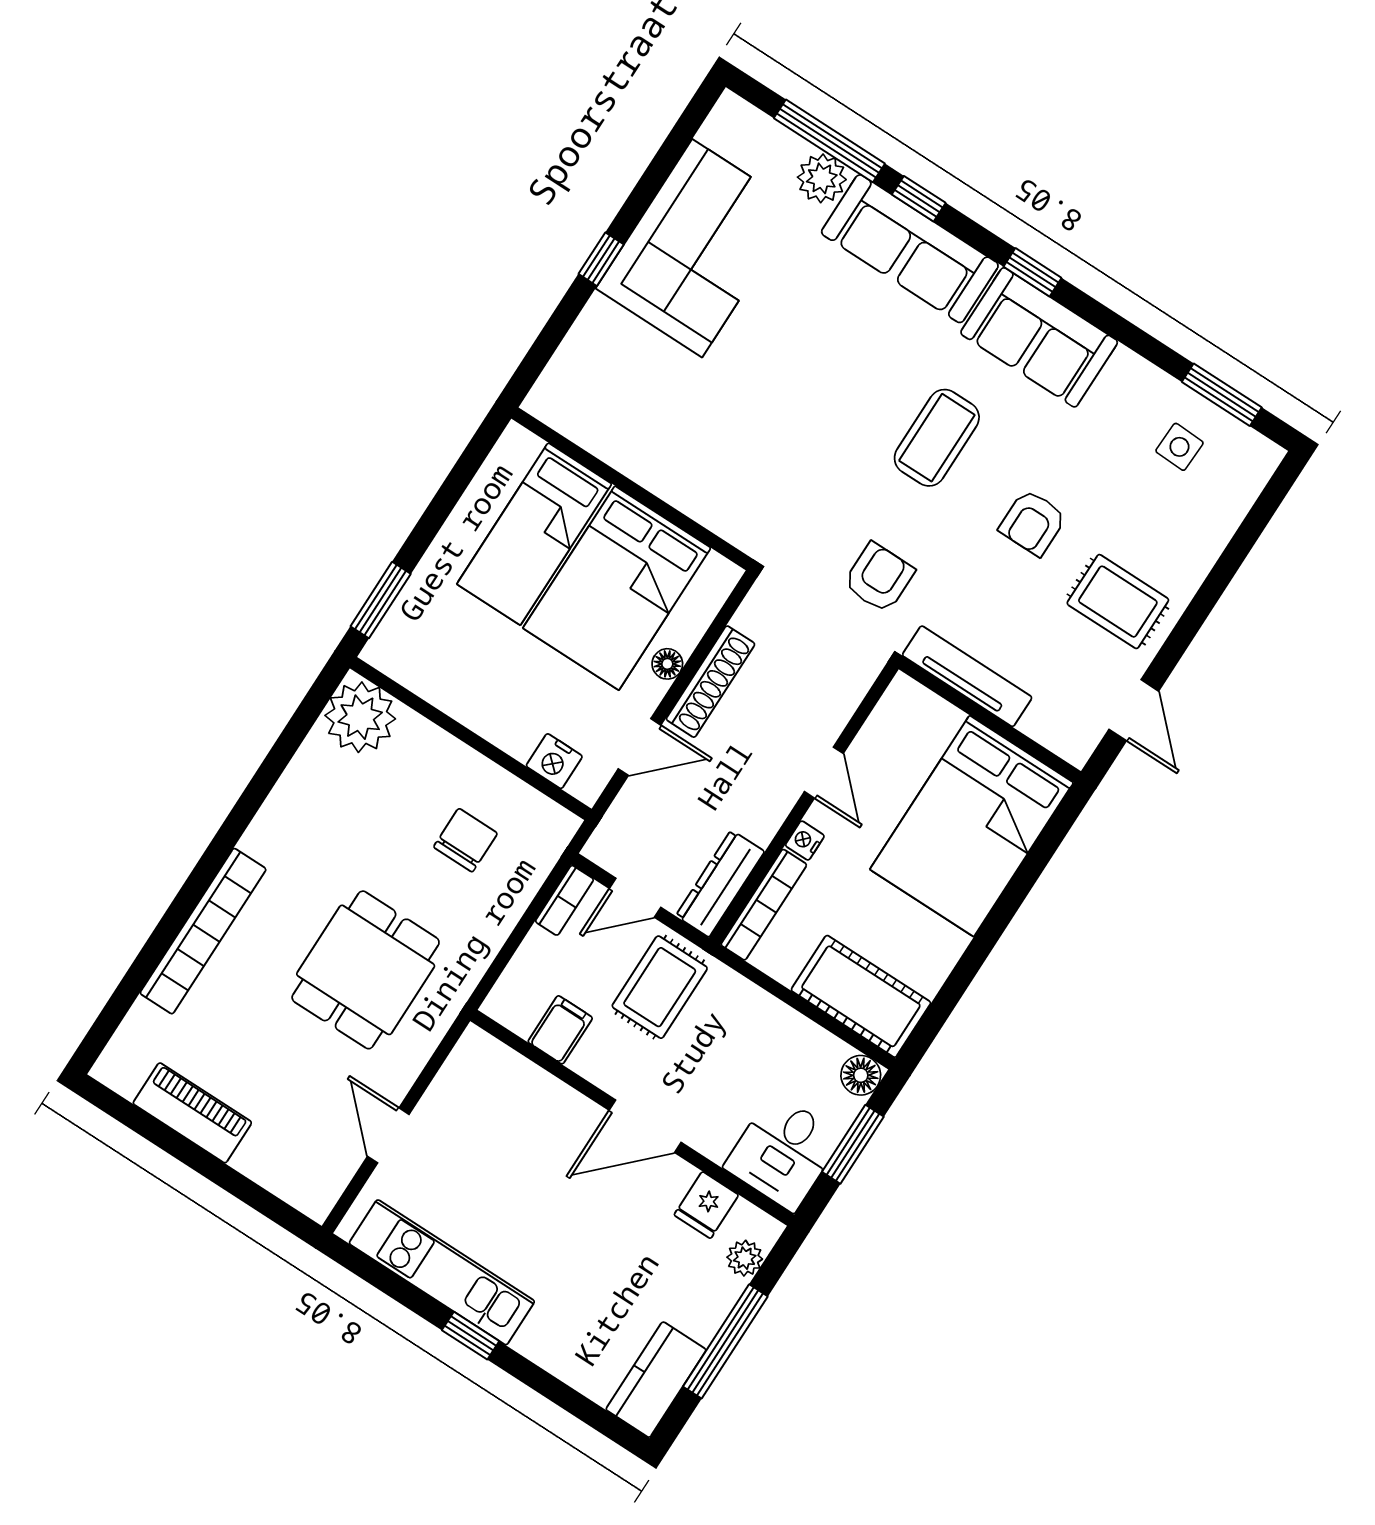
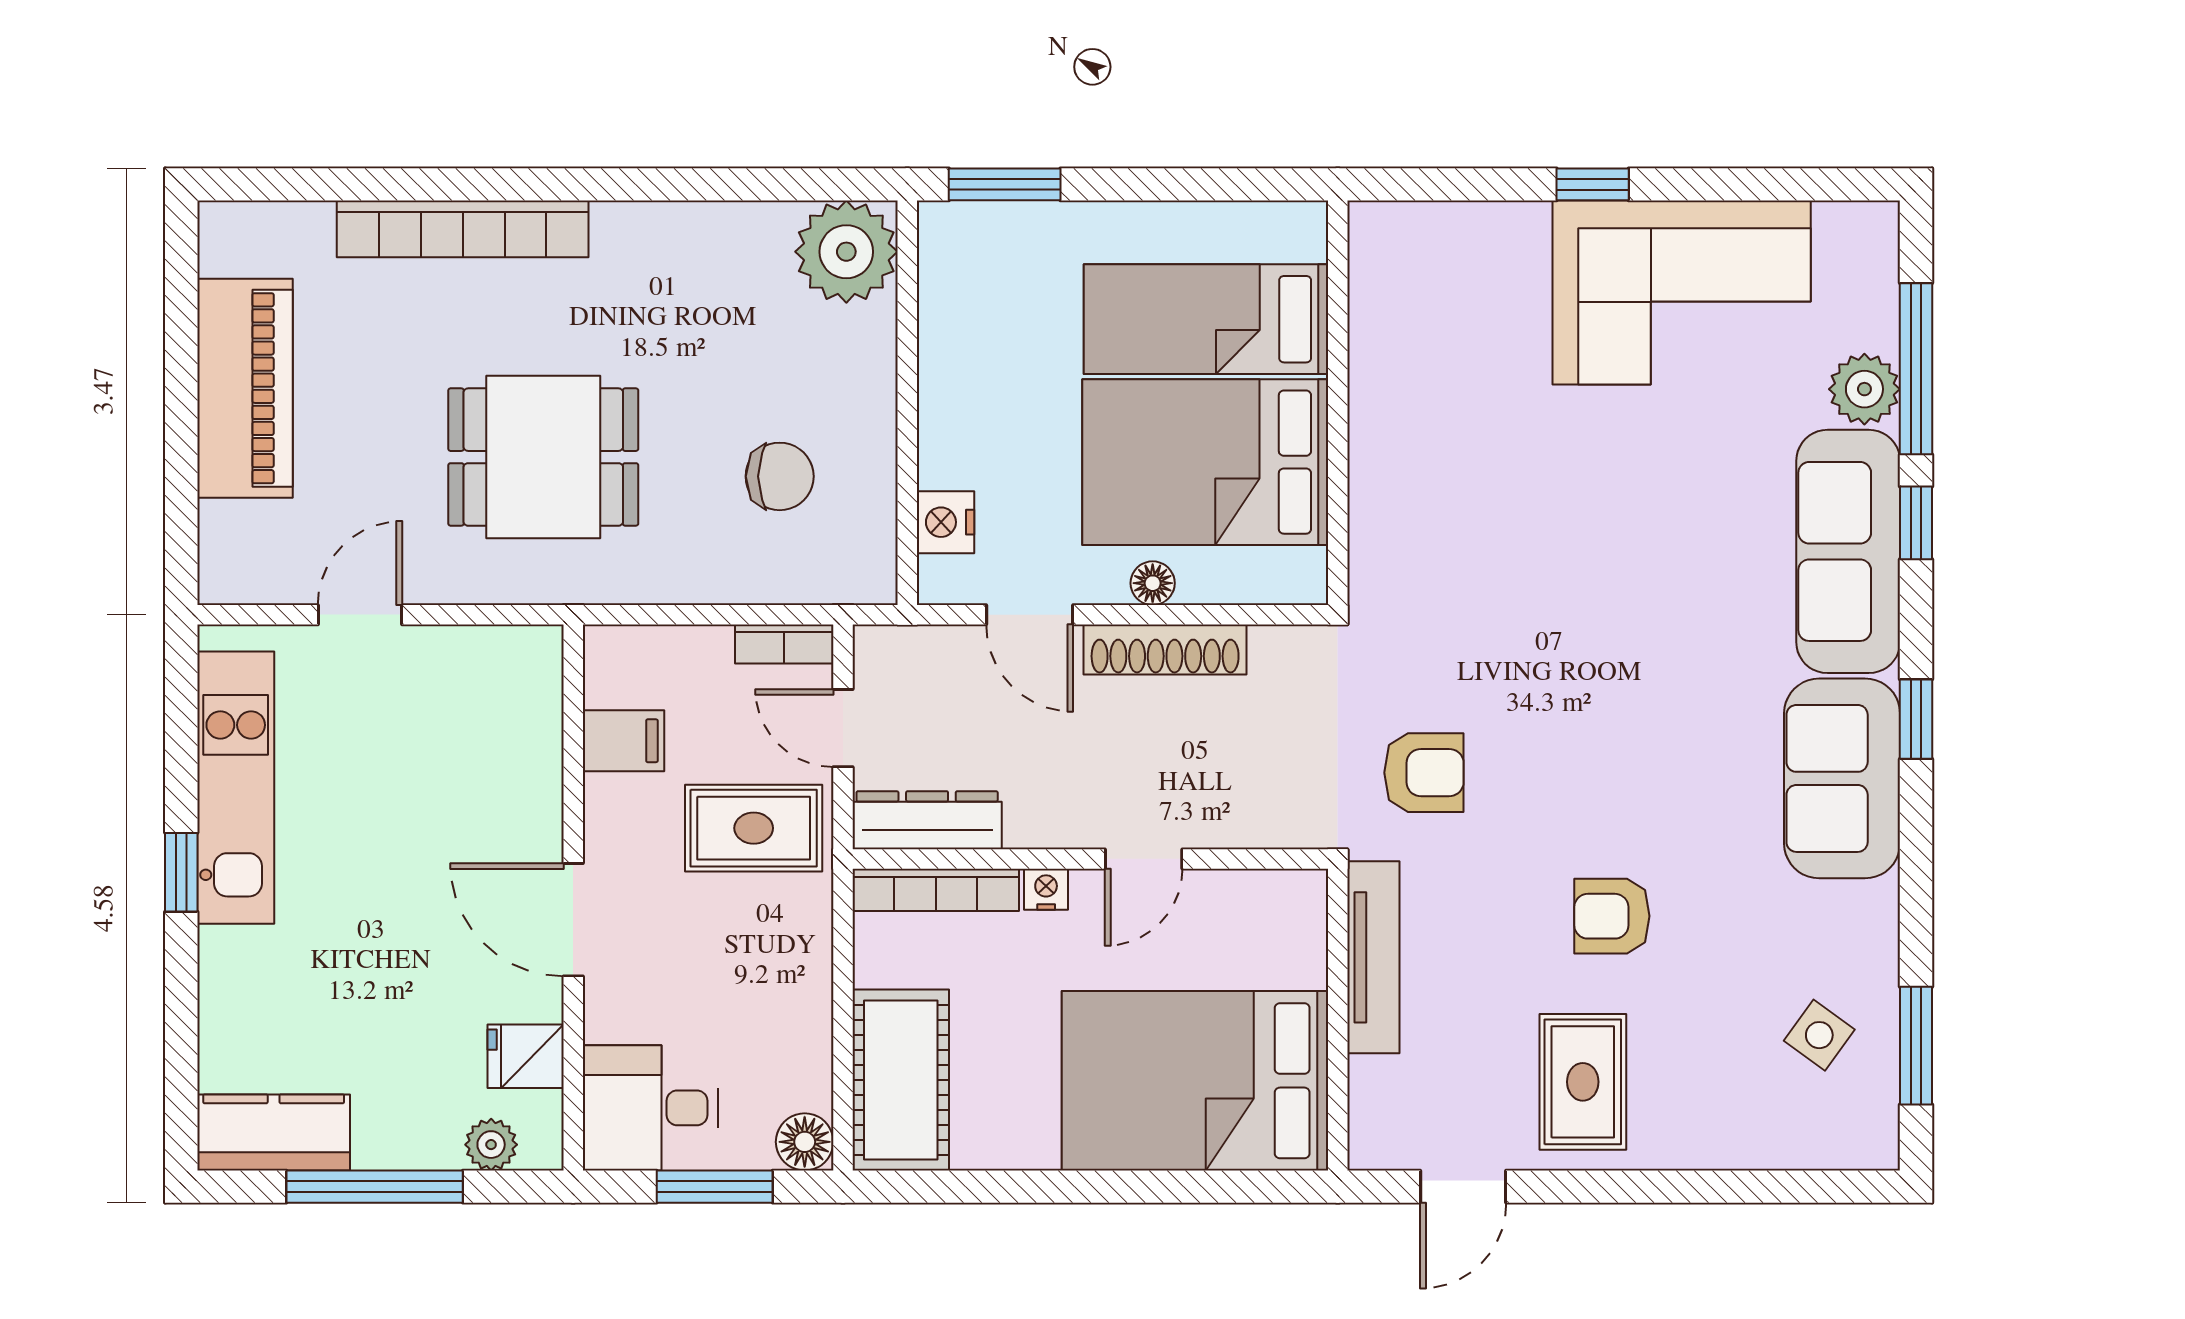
coffee table: (937, 438) -> (1639, 733), removed
side table: (1179, 447) -> (1819, 1035), turned 34
piano: (192, 1113) -> (245, 388), width x1.37, depth x1.33

